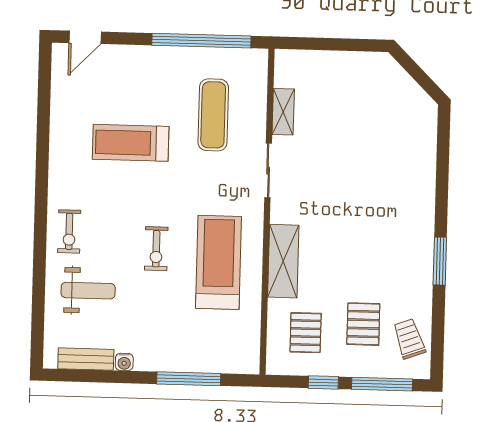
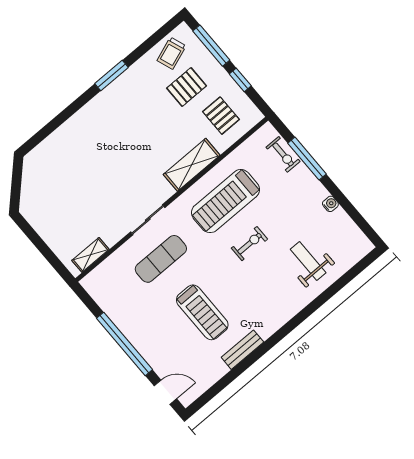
window: (201, 41) -> (124, 344), moved
shelving: (283, 112) -> (90, 255), moved
exercise mat: (213, 115) -> (161, 259), moved
exercise bike: (69, 231) -> (283, 154), moved, turned 90
pallet: (306, 333) -> (221, 116), turned 90
bench: (86, 359) -> (242, 350), moved, turned 90

